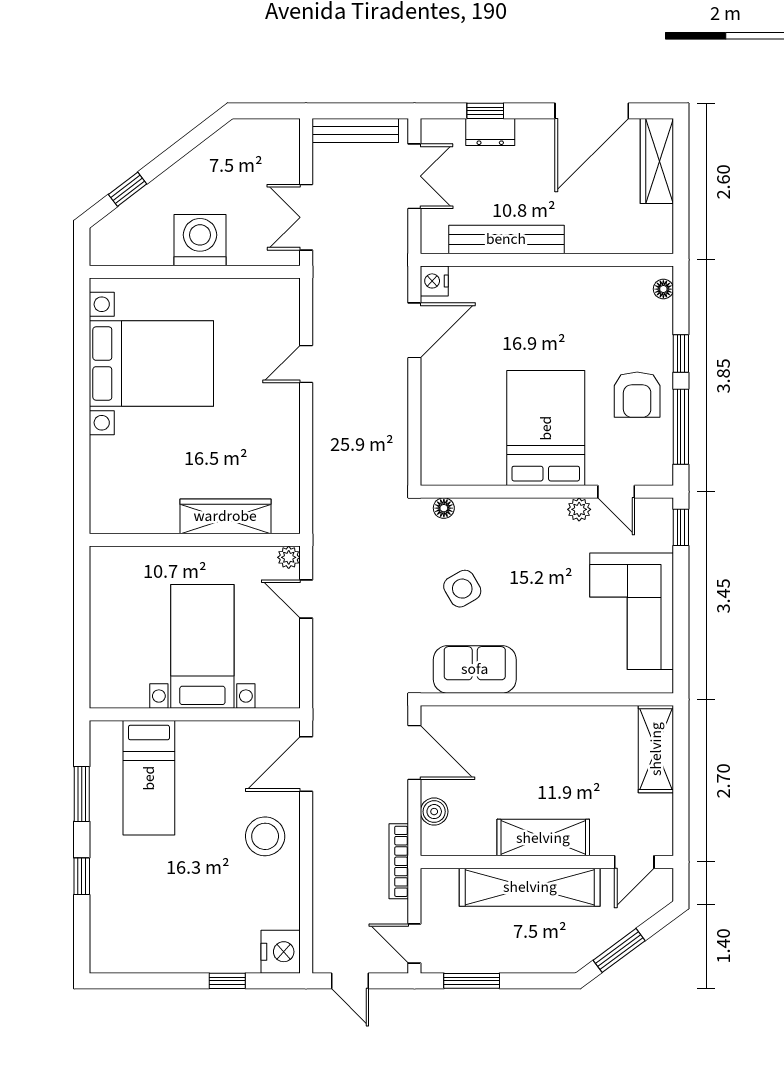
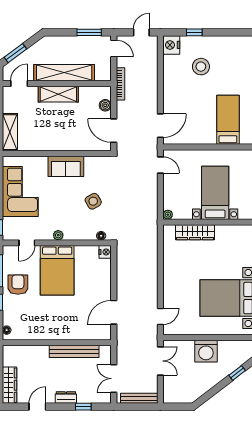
door: (592, 111) -> (37, 407), width x0.53
dresser: (490, 132) -> (66, 398), moved
nightstand: (434, 281) -> (105, 252), moved
door: (306, 364) -> (160, 316), moved
door: (616, 492) -> (27, 243), swing flipped
plant: (579, 509) -> (58, 235), moved
door: (306, 599) -> (160, 165), moved
bed with nightstands: (202, 646) -> (215, 193), moved, turned 180
sofa: (475, 669) -> (66, 166), moved
stool: (265, 836) -> (201, 67), moved
window: (619, 950) -> (15, 53), moved
door: (350, 981) -> (141, 32), hinge flipped

